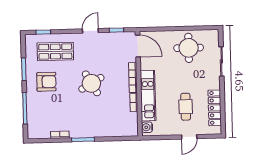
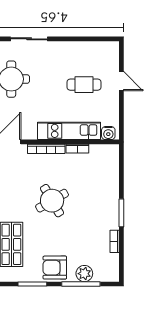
armchair: (46, 82) -> (55, 268), moved, turned -90
locker: (215, 108) -> (86, 49), removed
plant: (33, 111) -> (84, 274), added

